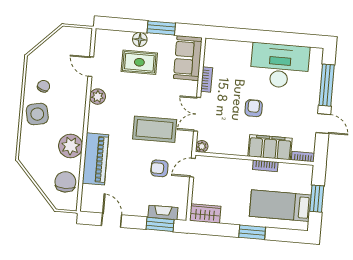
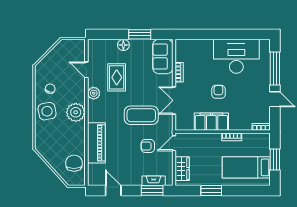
rug: (139, 62) -> (117, 77), moved, turned 90
plant: (71, 146) -> (76, 112), moved
plant: (202, 146) -> (180, 126), removed
filing cabinet: (270, 147) -> (211, 122), moved
wardrobe: (205, 213) -> (182, 169), moved, turned 90
window: (252, 232) -> (211, 190), moved

